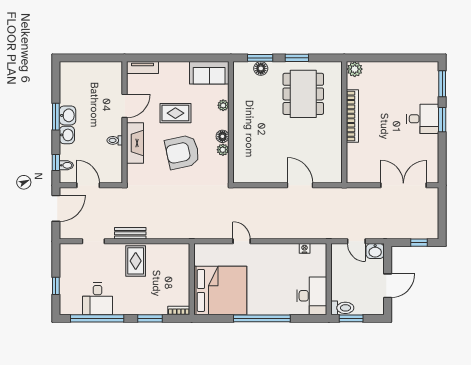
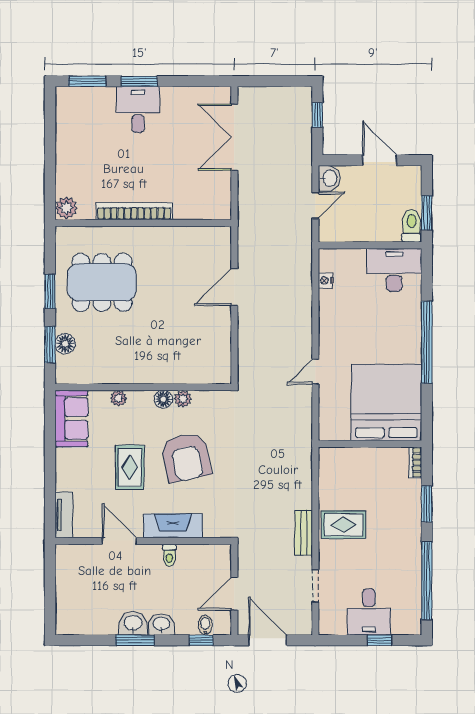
desk: (97, 299) -> (369, 612), moved, turned 90

